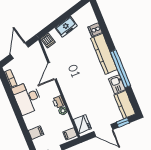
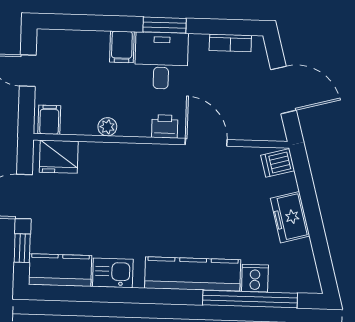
window: (120, 69) -> (250, 299), moved
desk: (27, 98) -> (161, 61), width x0.73
printer: (58, 102) -> (165, 126), moved
window: (15, 106) -> (165, 25), added
filing cabinet: (36, 133) -> (122, 47), moved

